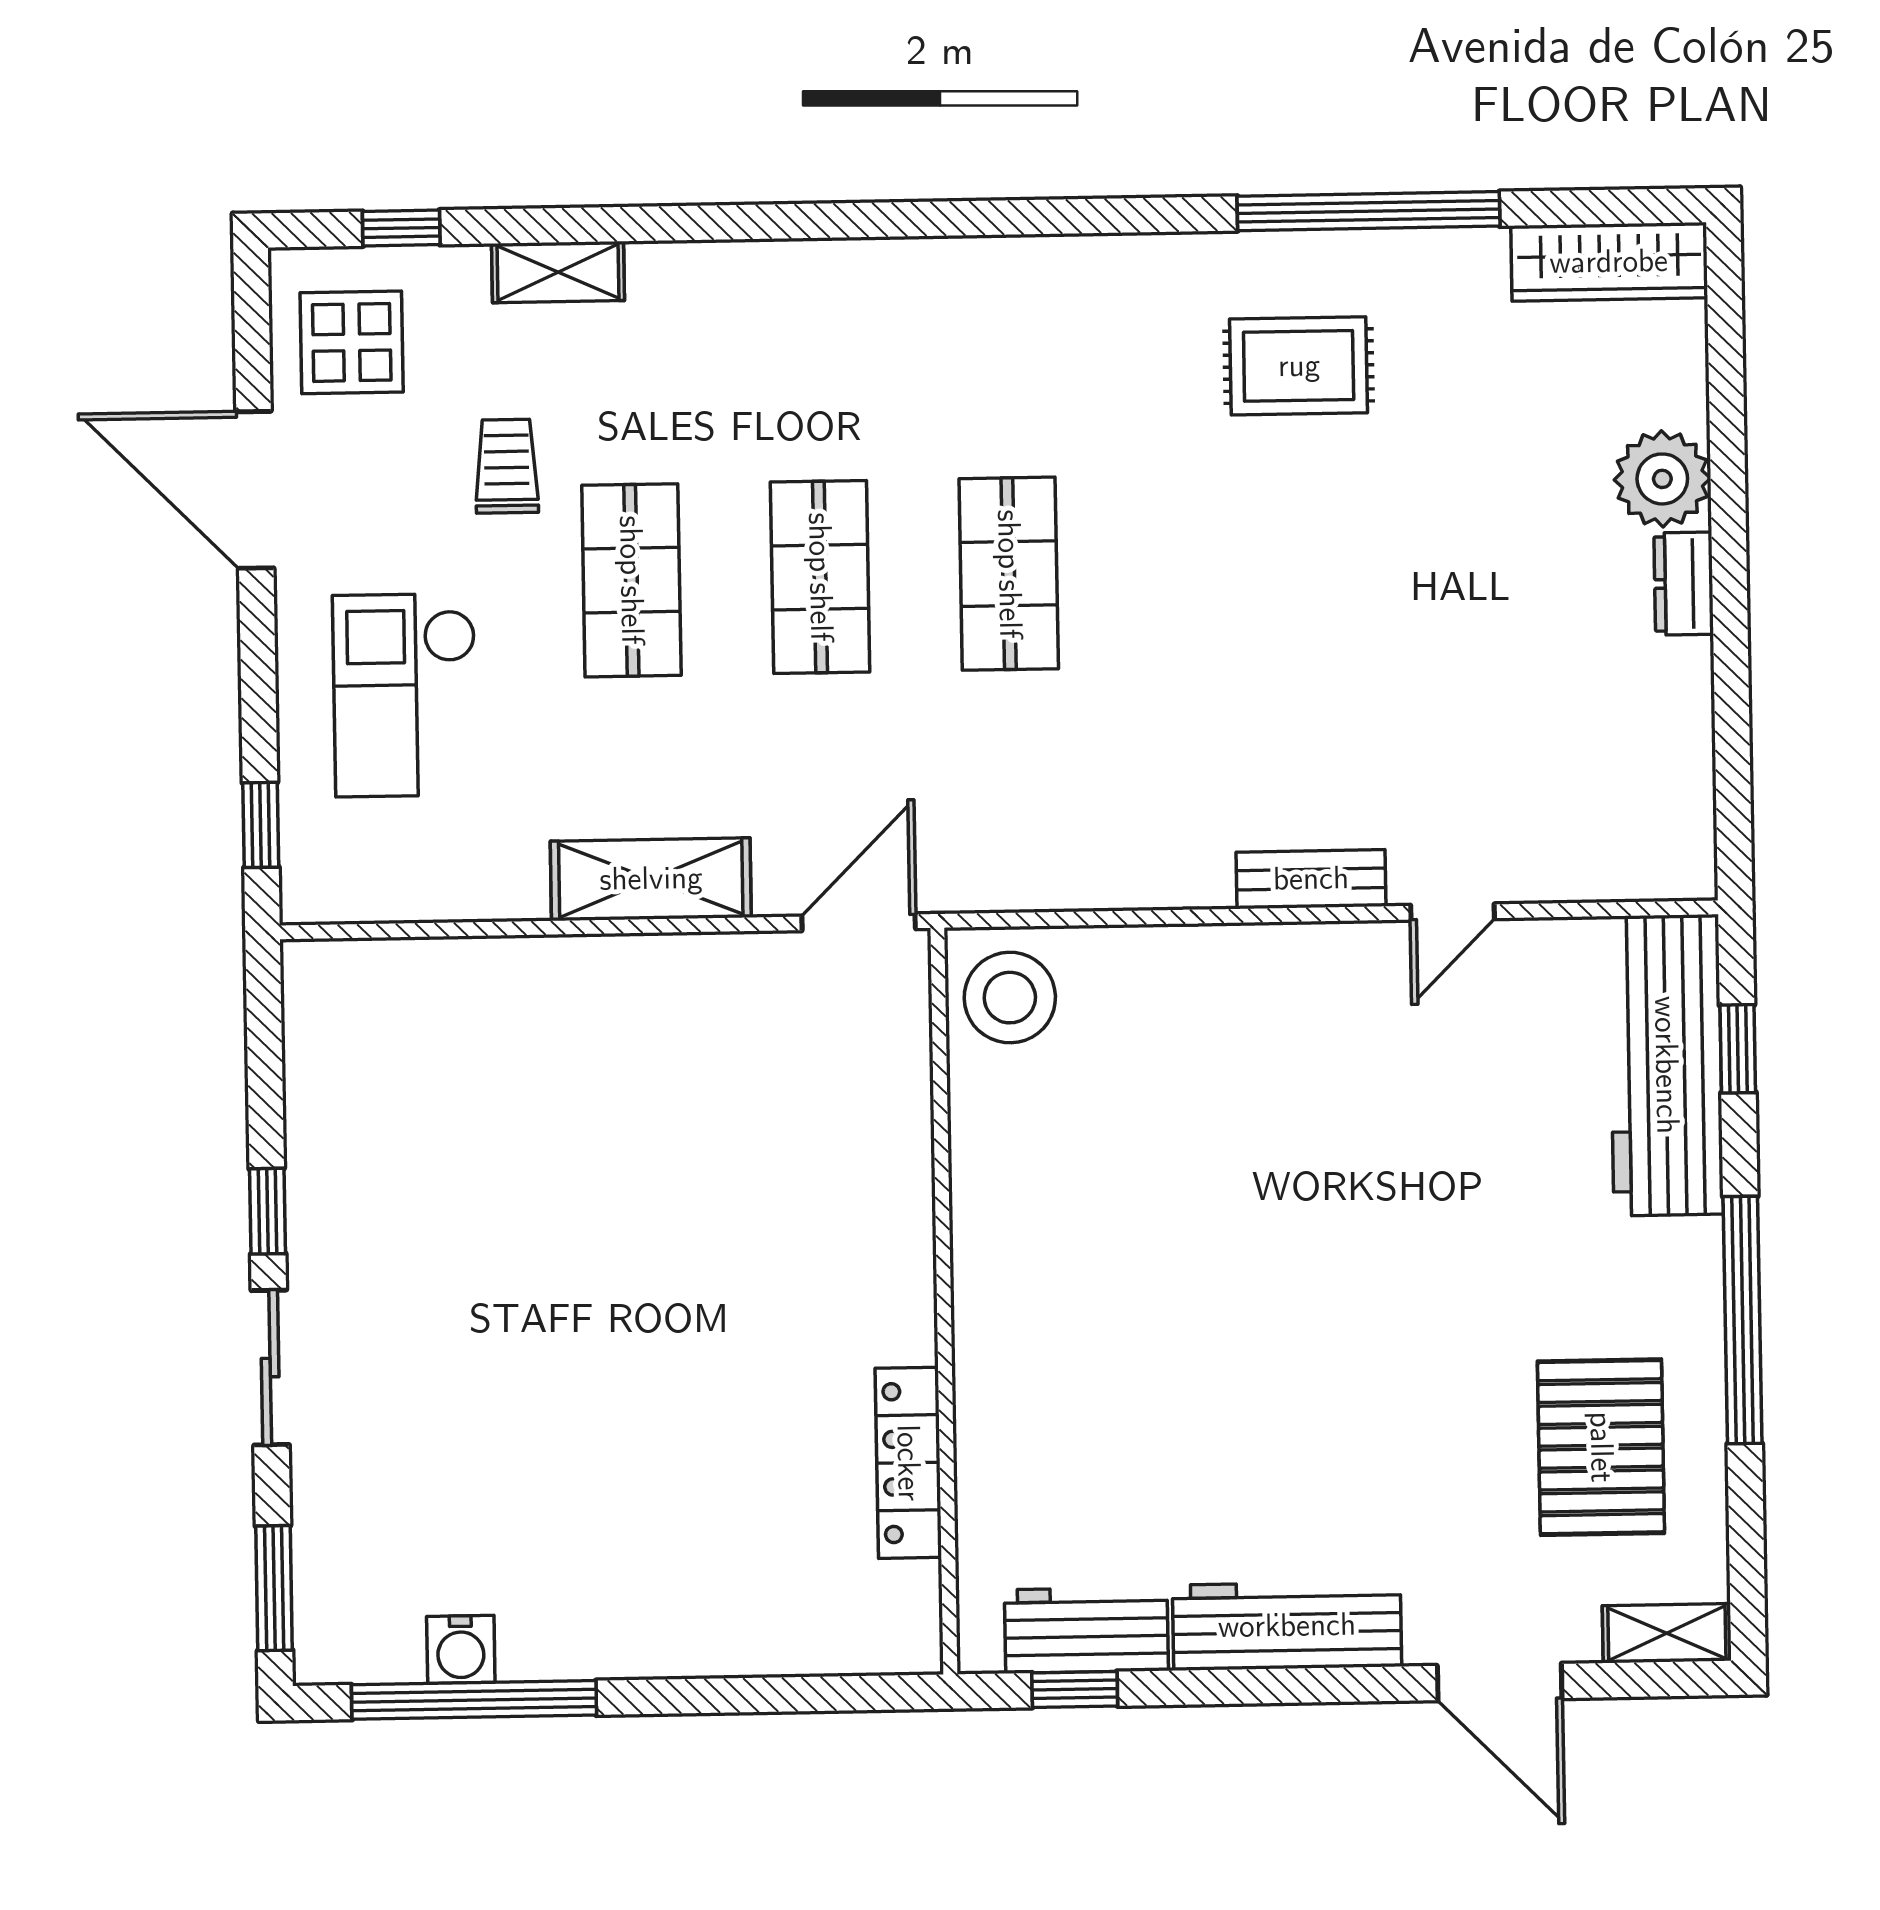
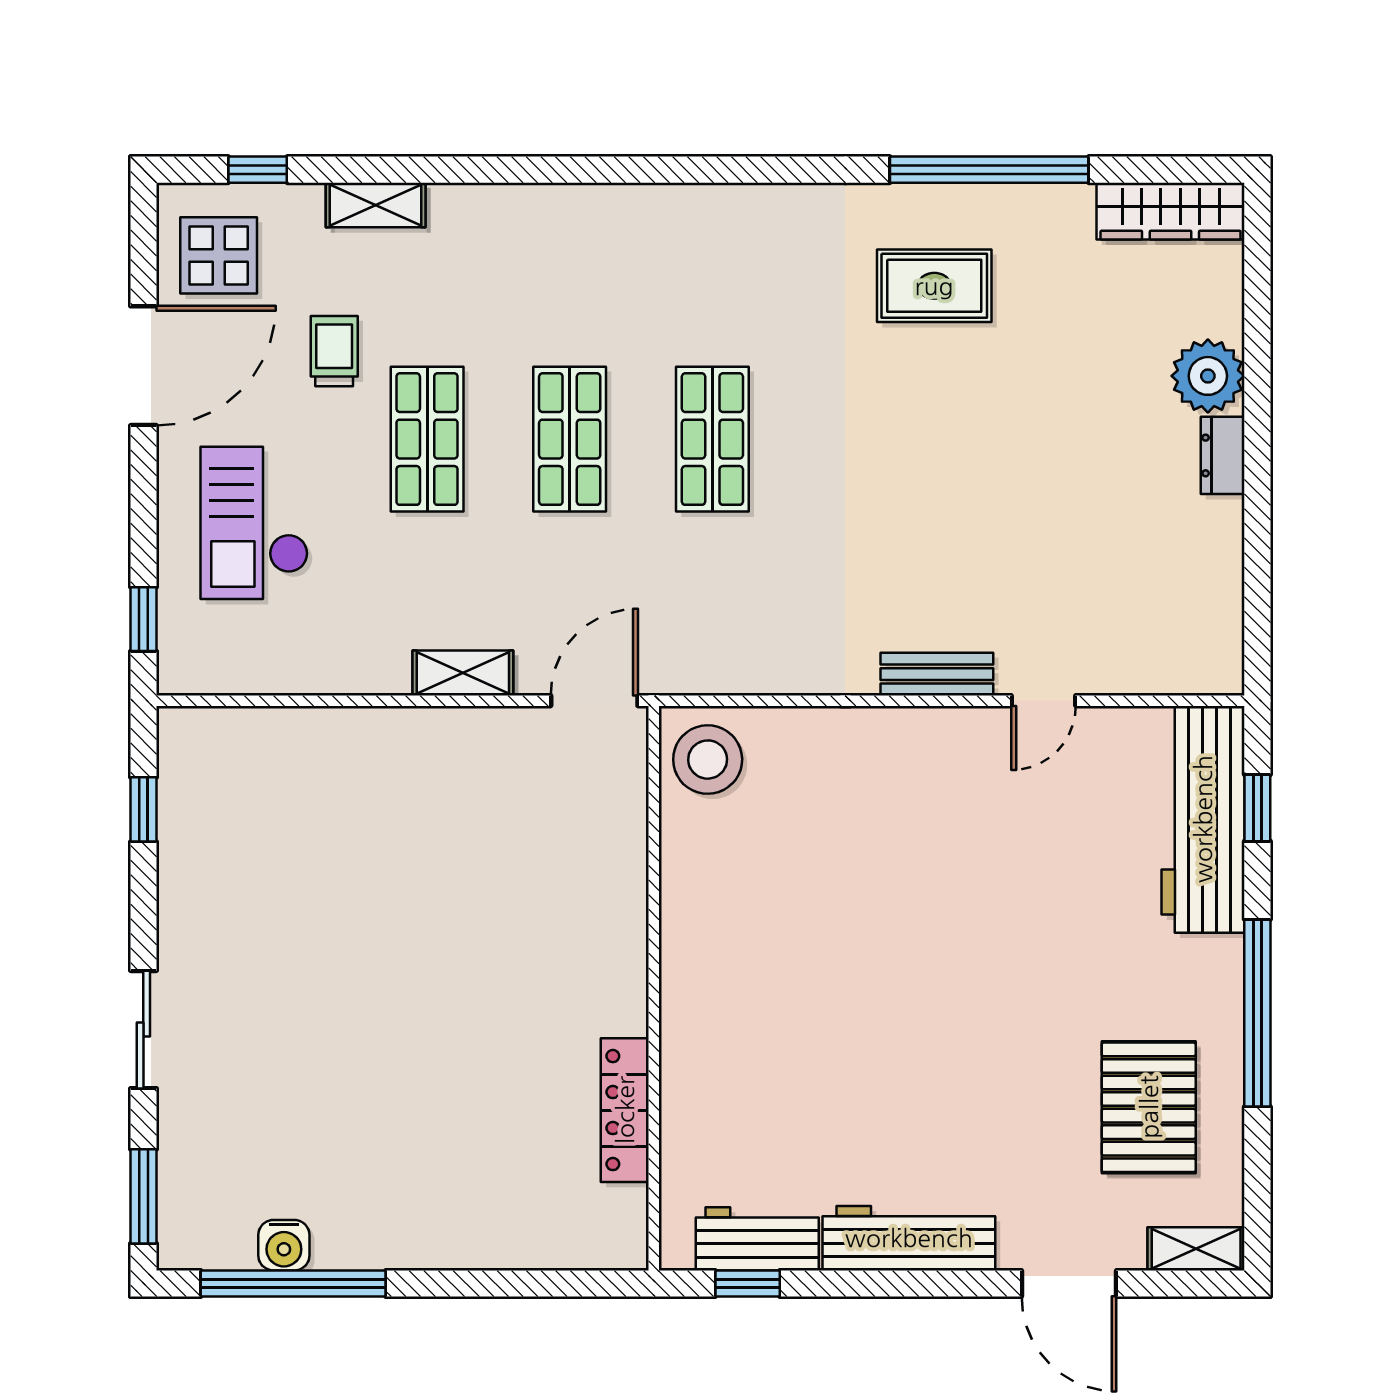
door: (255, 490) -> (143, 366), swing flipped
shelving: (651, 879) -> (463, 673), width x0.67, depth x0.75
window: (267, 1211) -> (143, 809), moved

